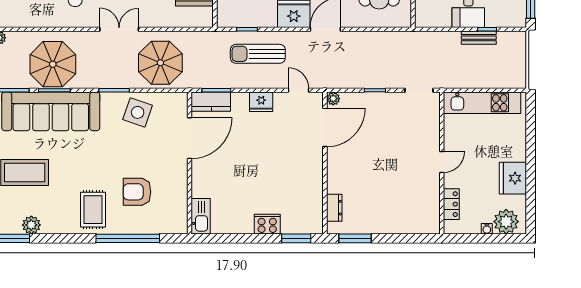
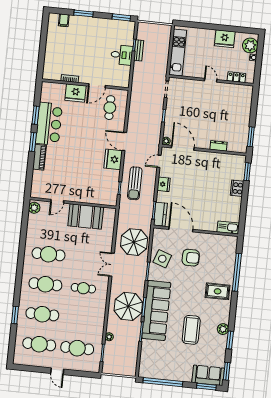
armchair: (137, 192) -> (191, 258), moved, turned -90
dresser: (334, 208) -> (219, 146), moved

